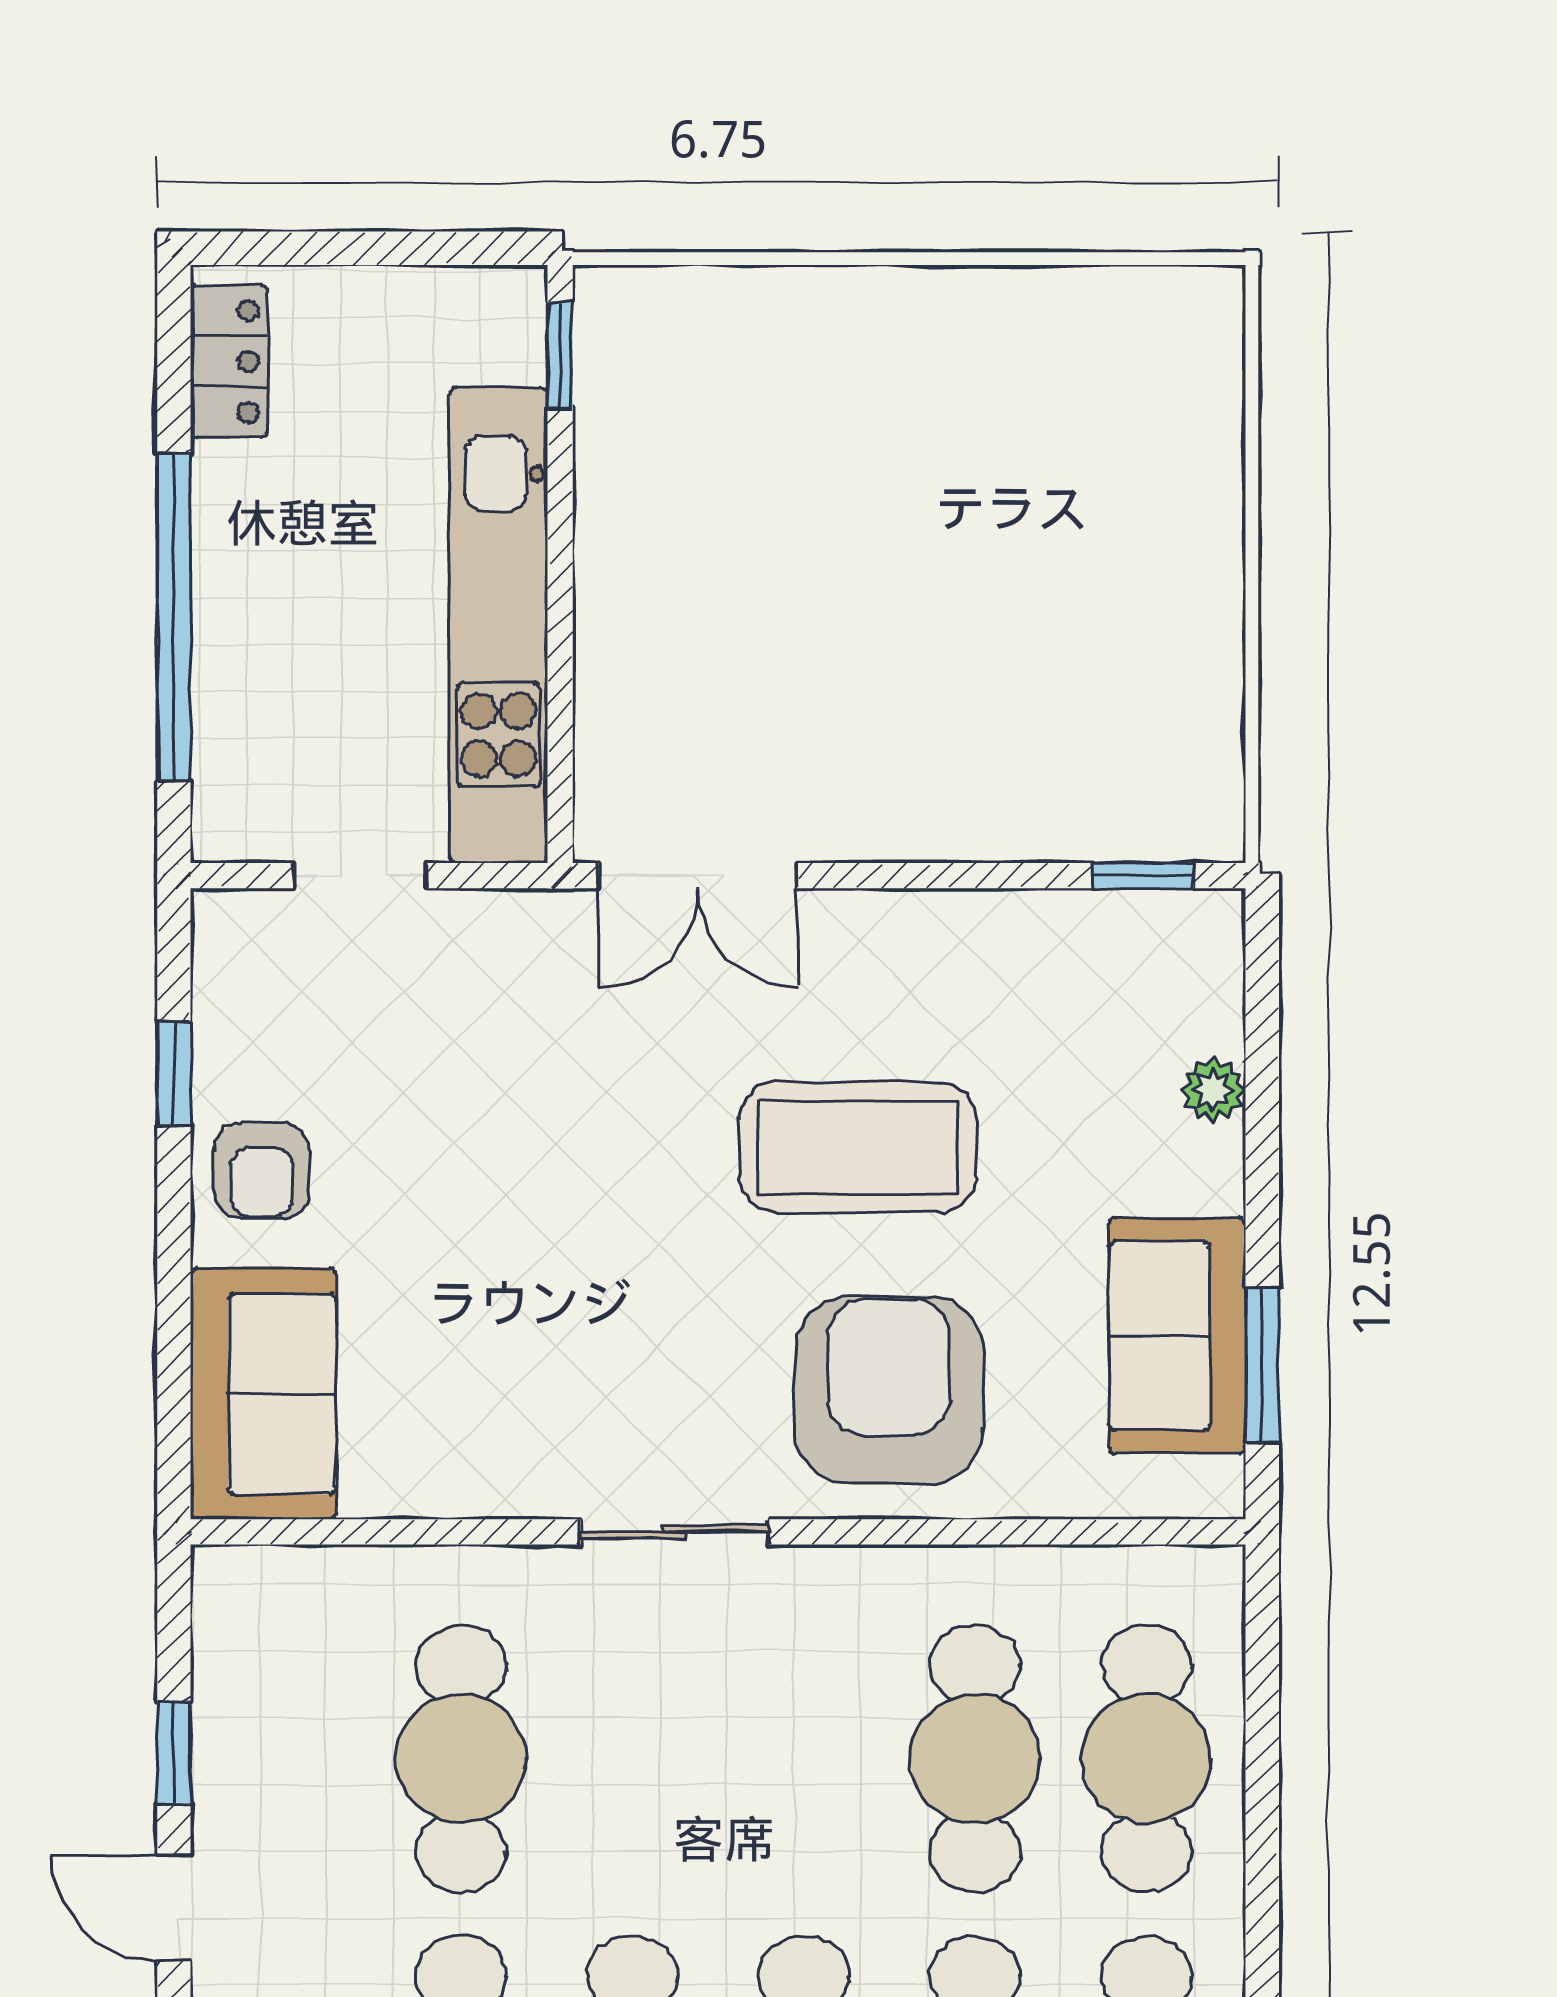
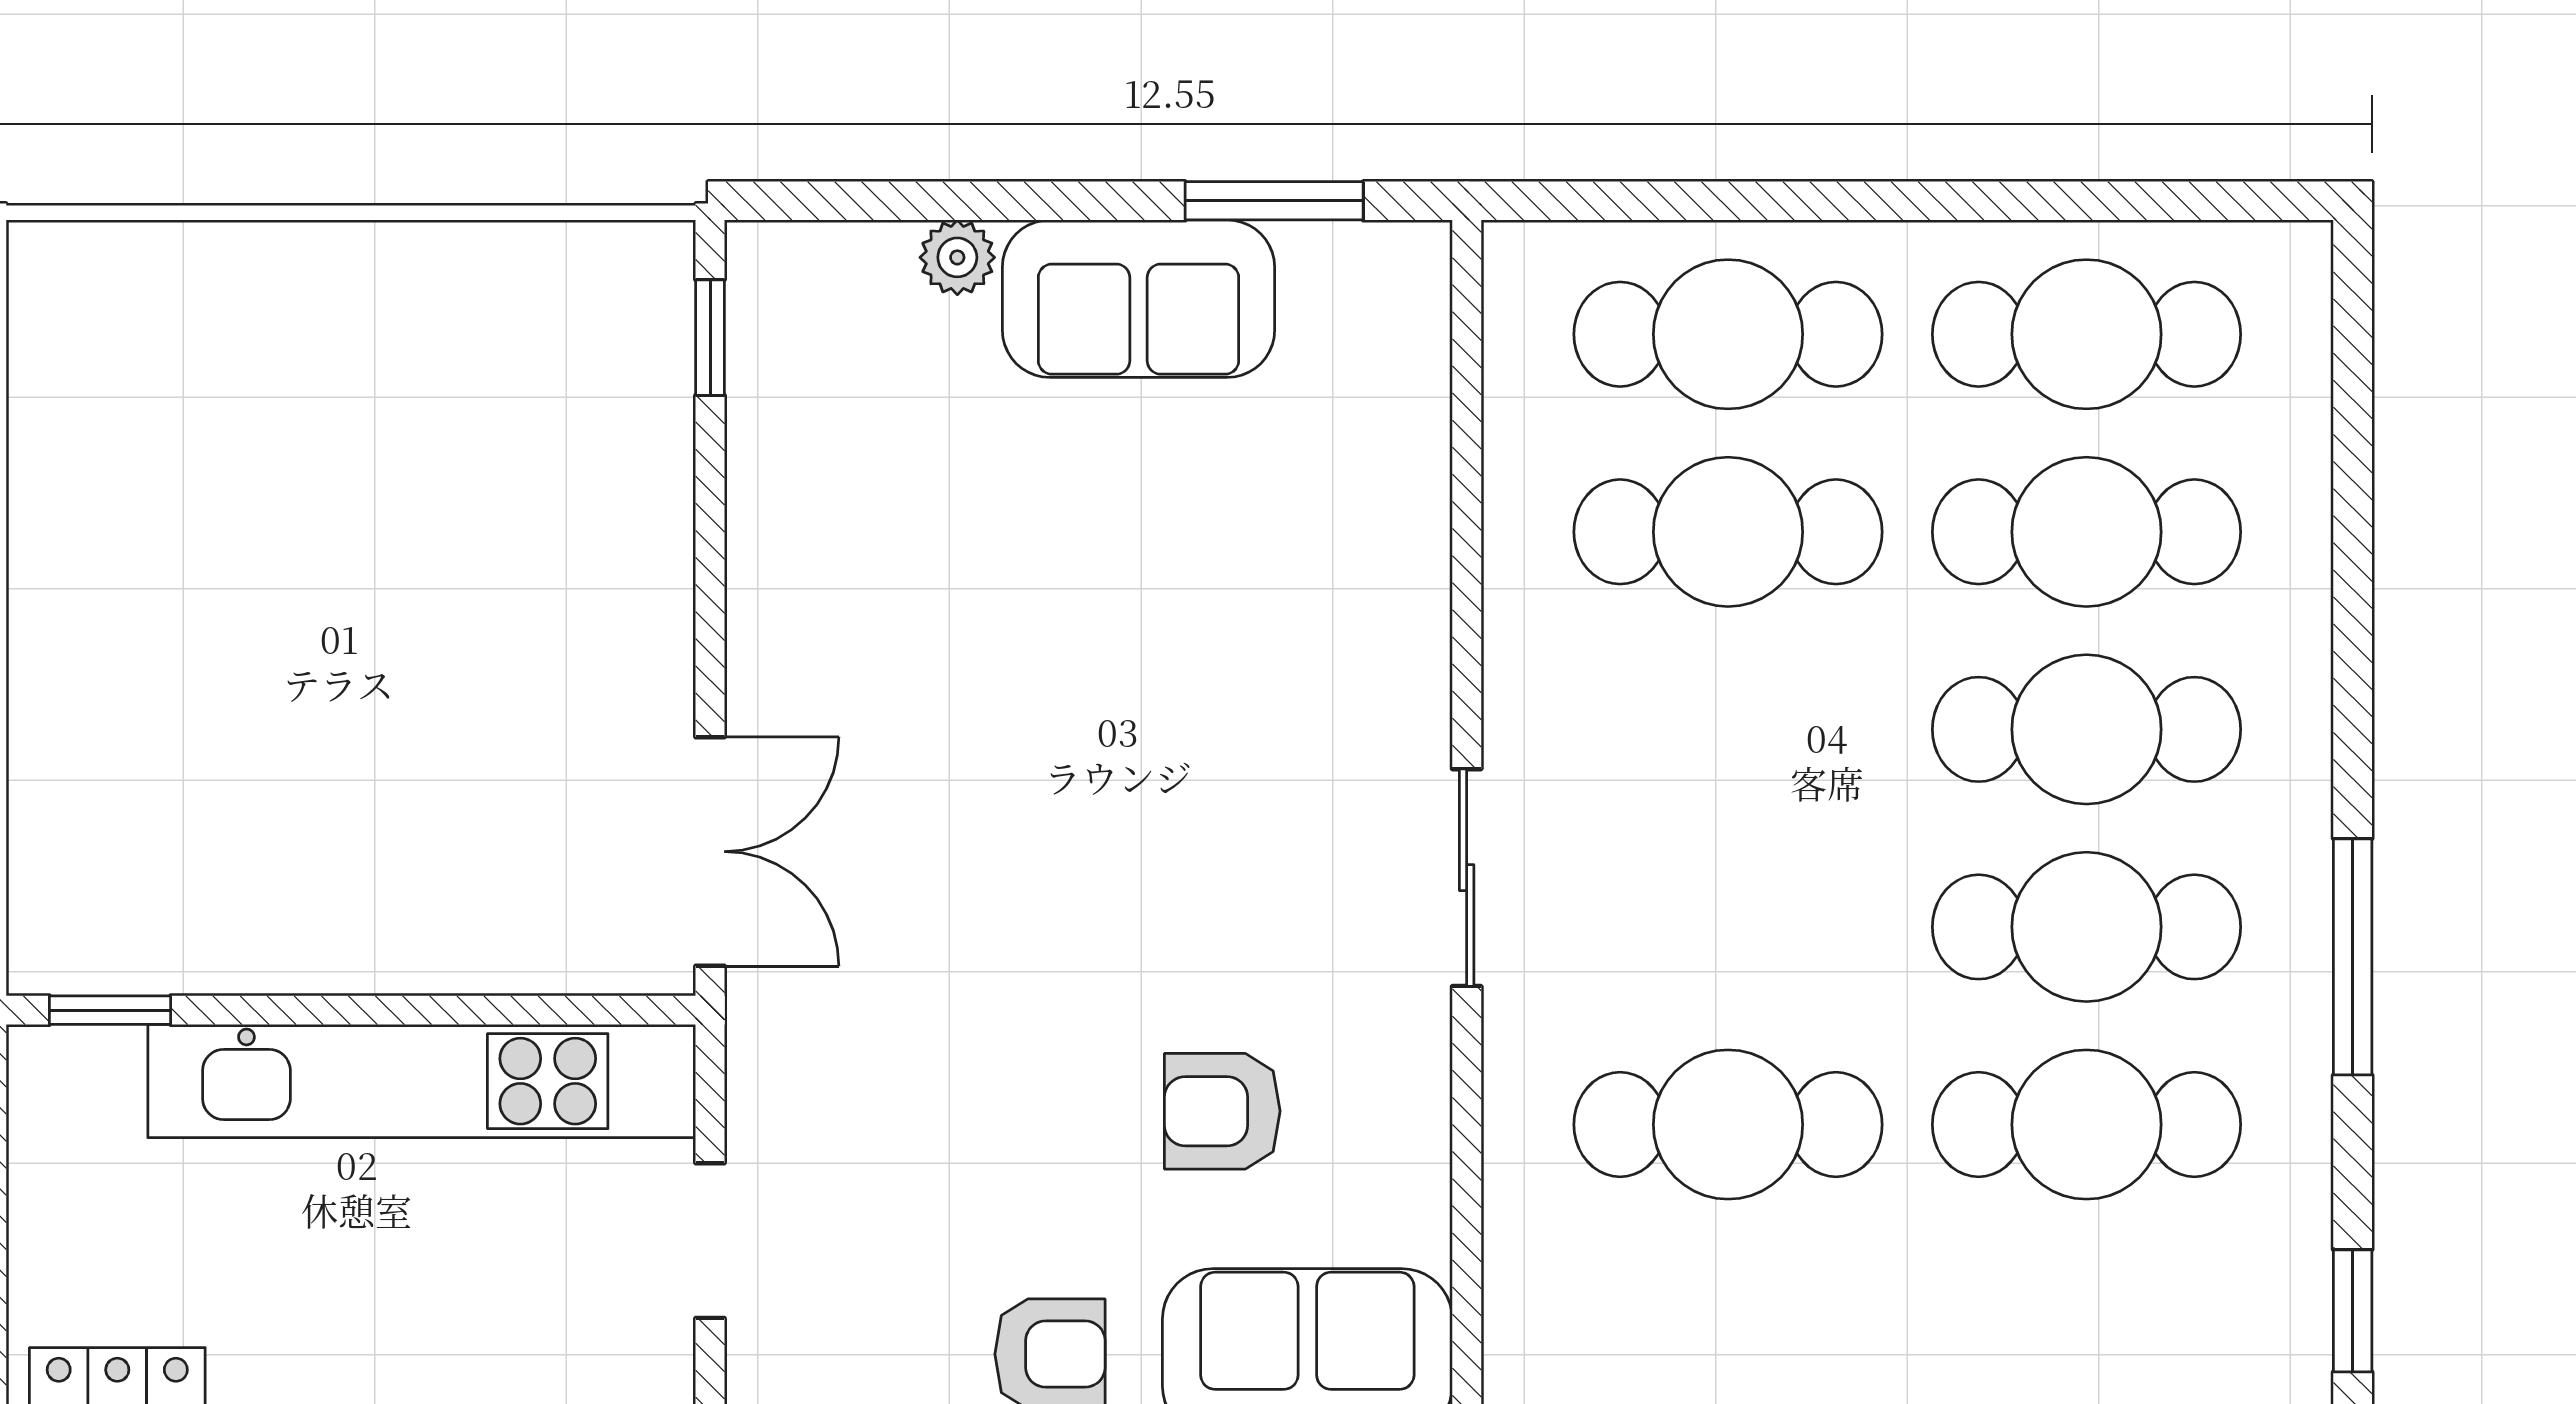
coffee table: (858, 1147) -> (1023, 667), removed
sofa: (1177, 1336) -> (1139, 299), moved
armchair: (889, 1390) -> (1222, 1111), moved, width x0.53, depth x0.53

